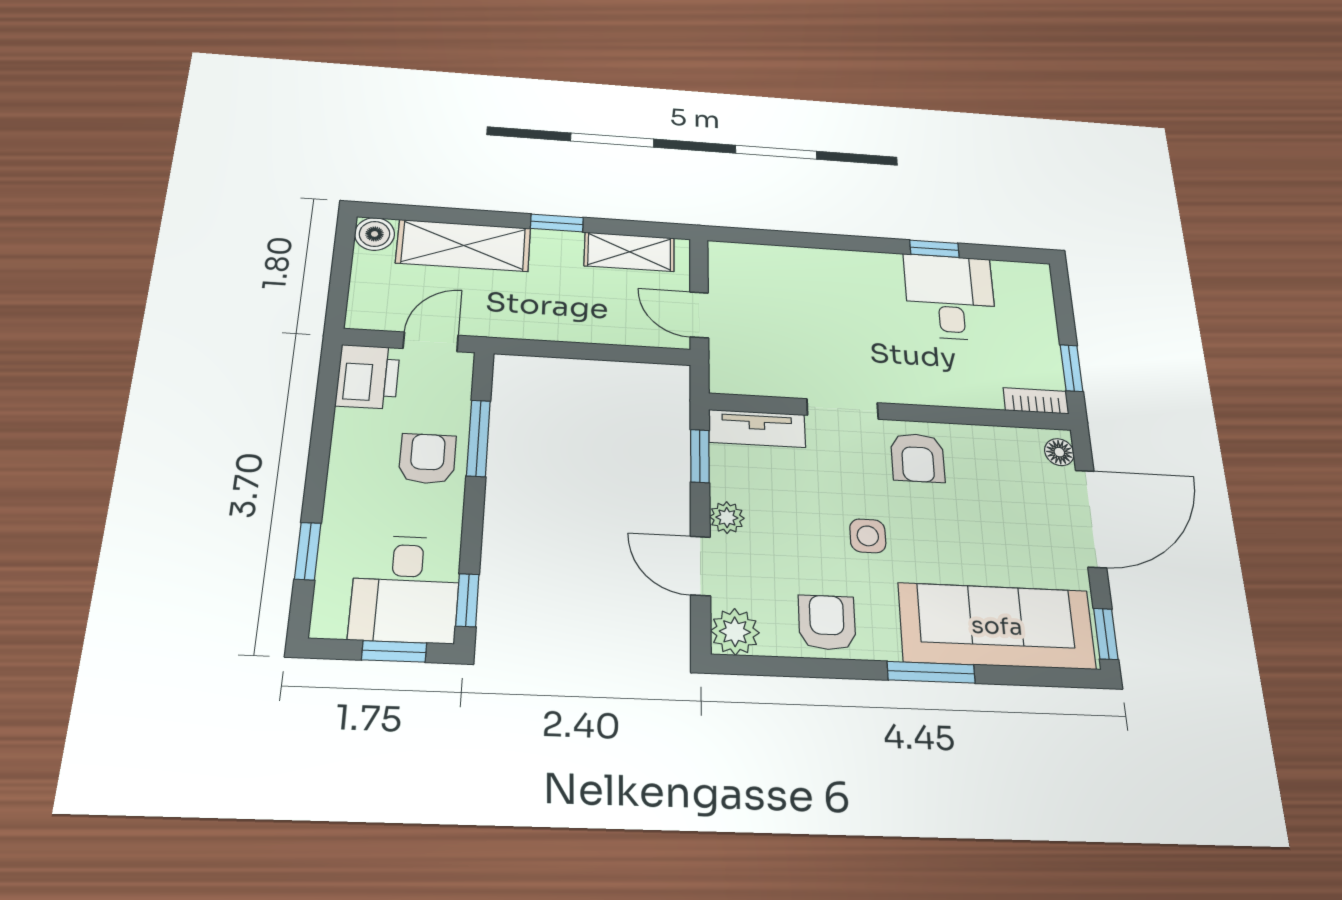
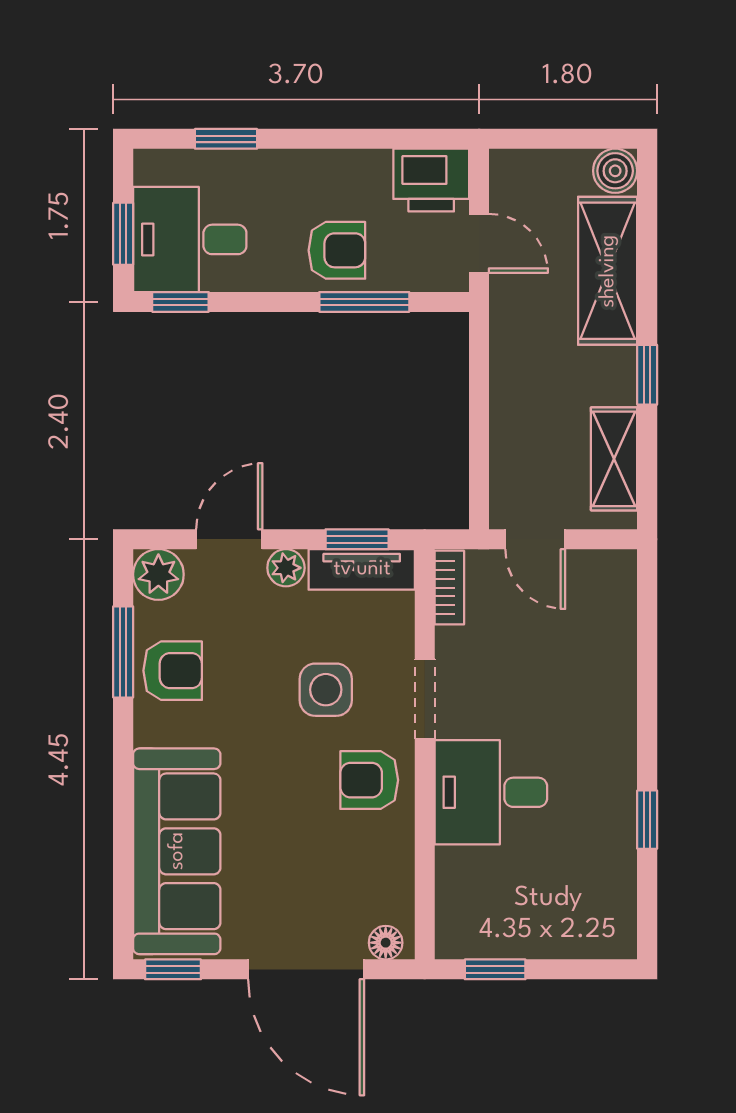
desk: (950, 297) -> (491, 792), moved, turned 180
door: (699, 315) -> (535, 539), swing flipped
bookcase: (1036, 401) -> (449, 588), moved
tv unit: (757, 428) -> (362, 569), moved, turned -90
side table: (868, 536) -> (326, 690), moved, width x1.37, depth x1.37
window: (931, 672) -> (123, 652), moved

